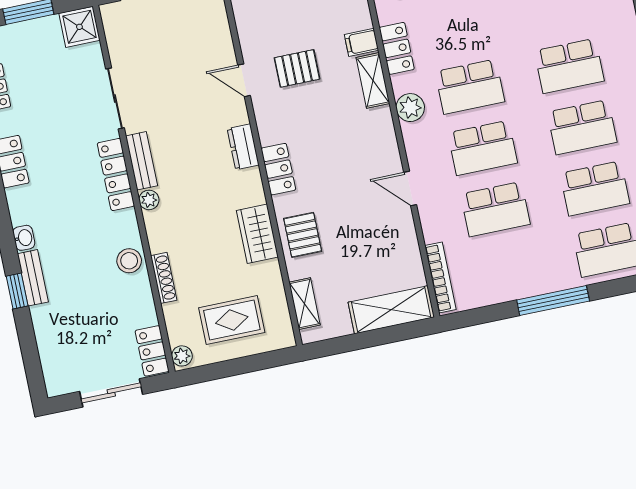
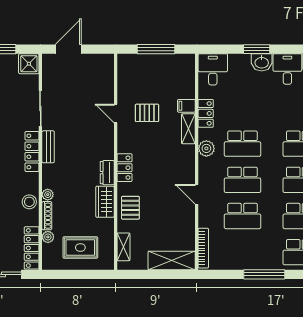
dresser: (243, 147) -> (107, 173), moved
plant: (149, 200) -> (48, 195), moved
locker: (152, 351) -> (32, 248), width x1.53
plant: (182, 356) -> (48, 237), moved

